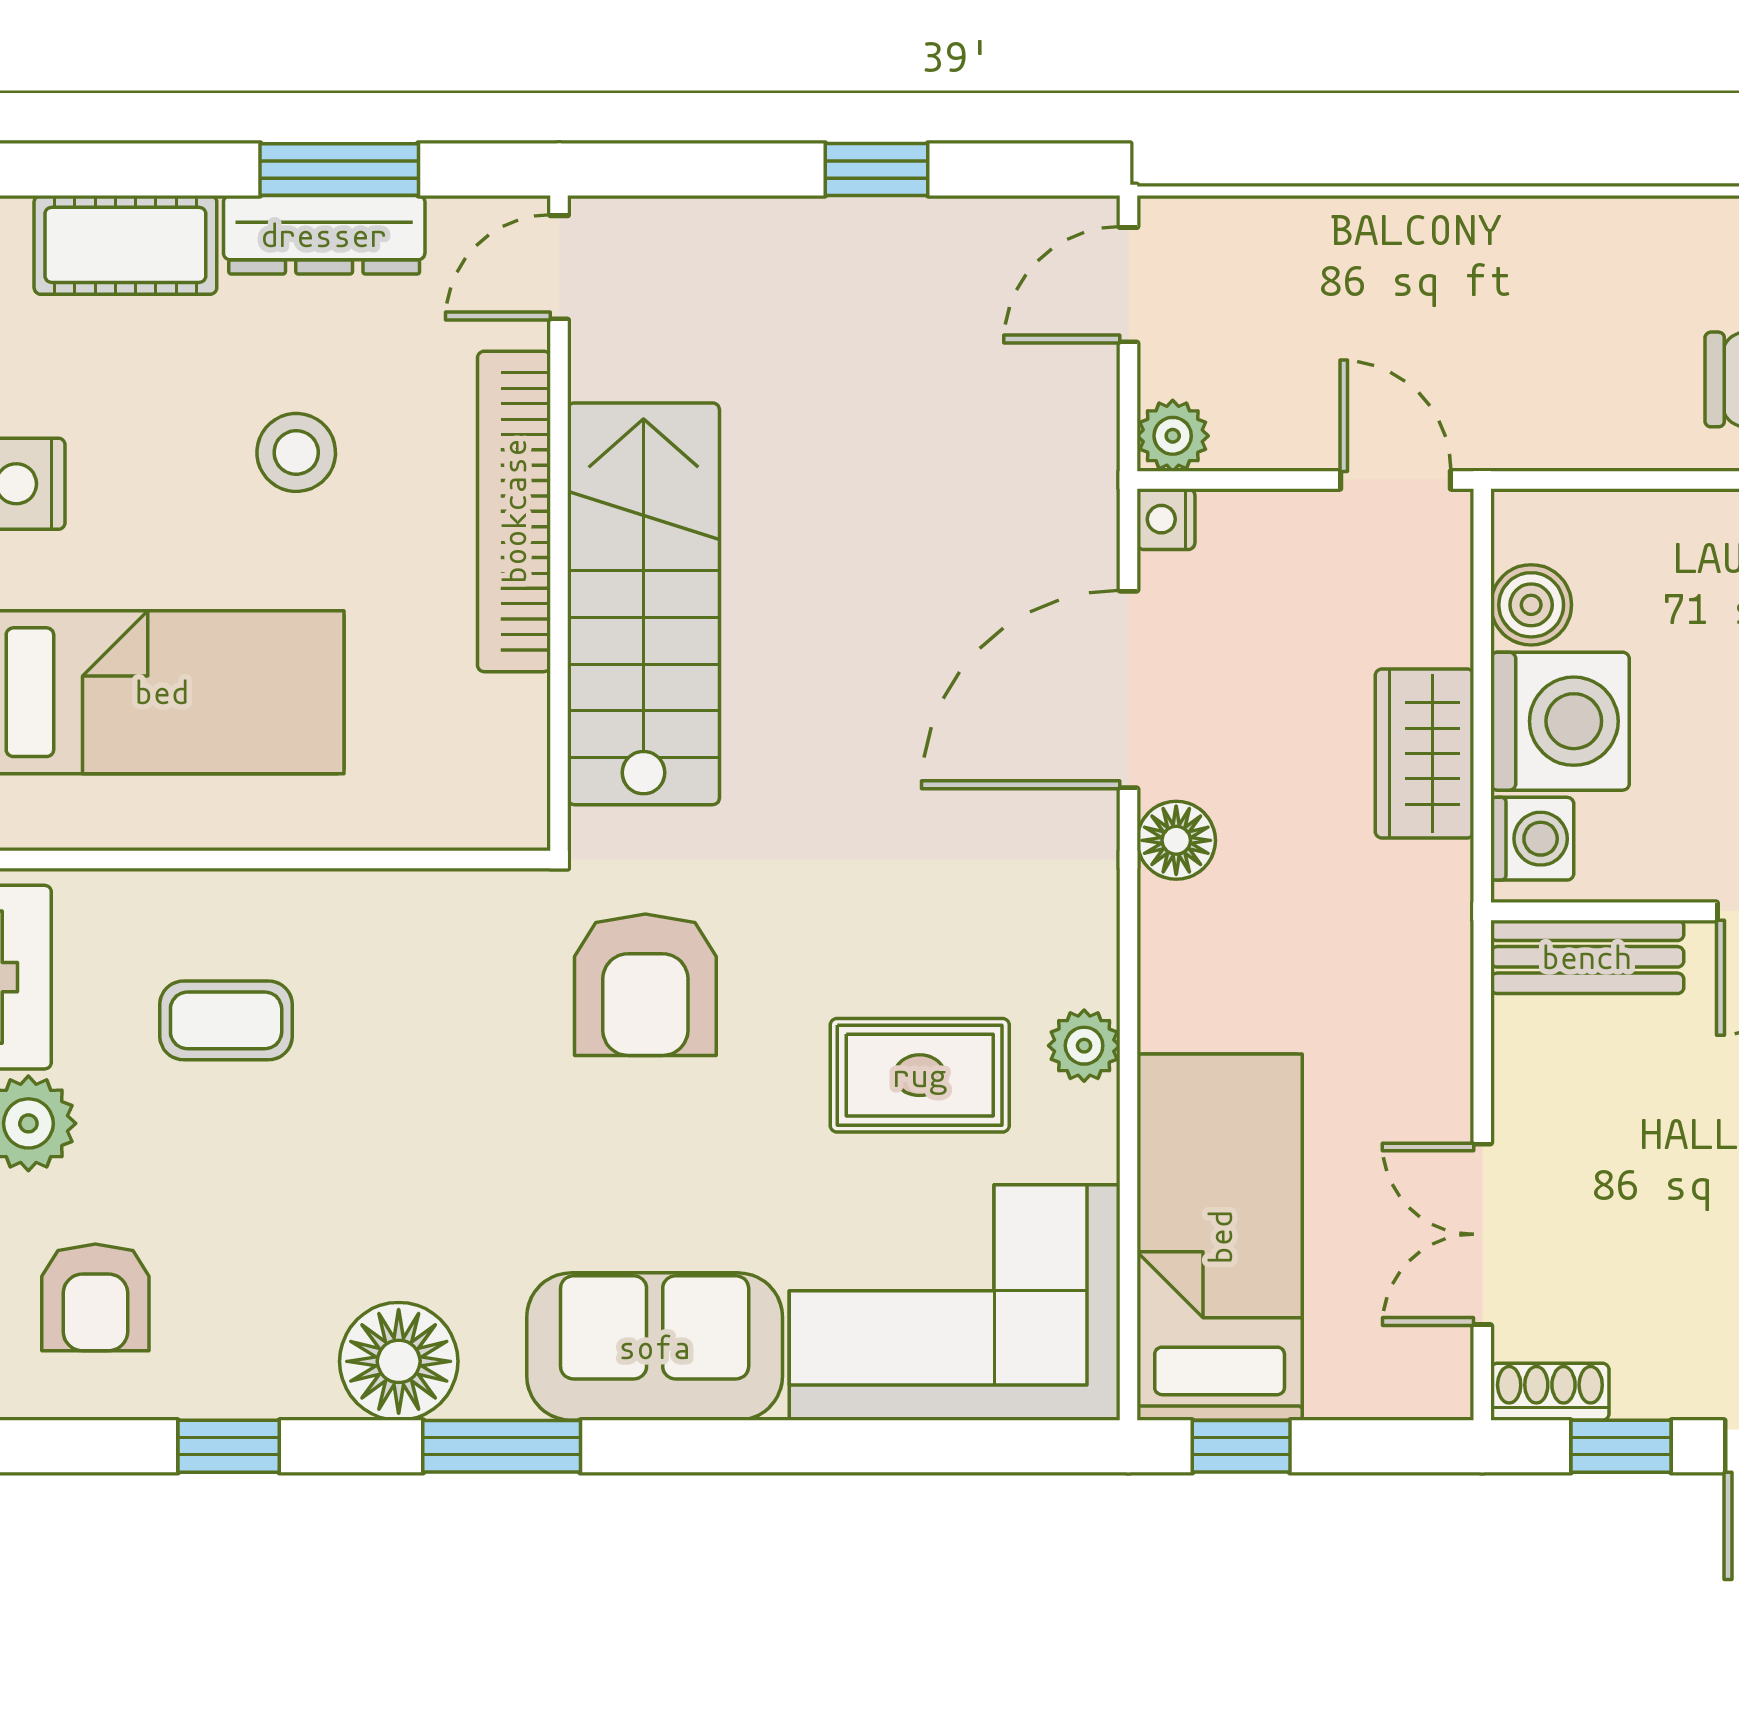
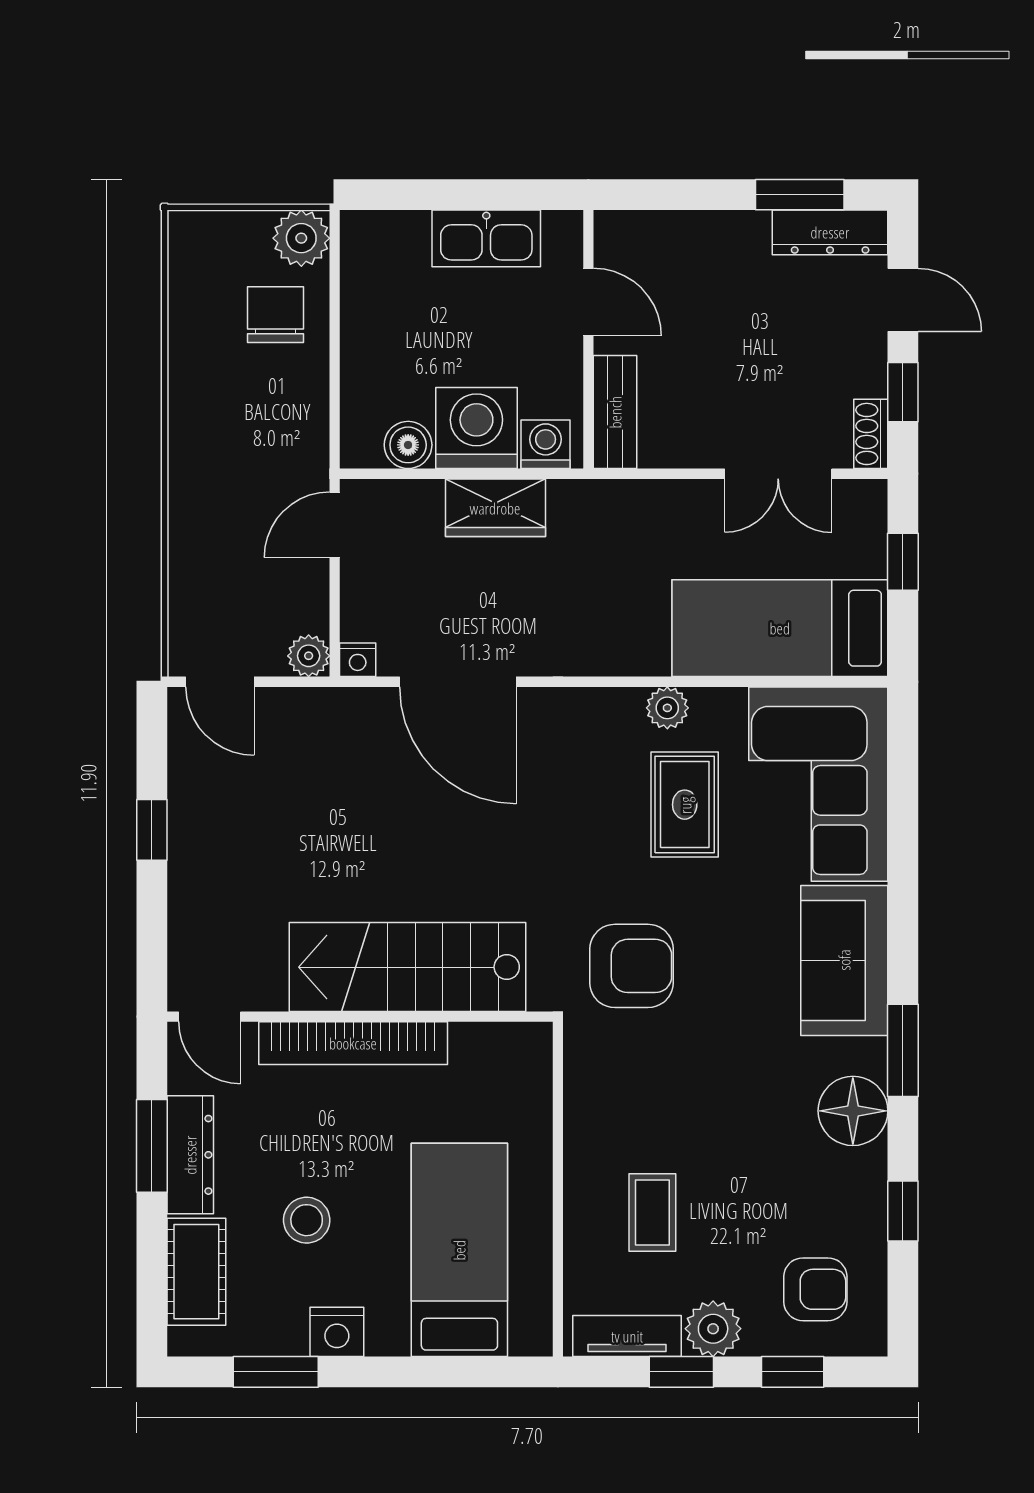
stool: (296, 452) -> (307, 1220), moved
floor lamp: (1176, 840) -> (547, 654), removed
window: (1241, 1446) -> (903, 562), moved

